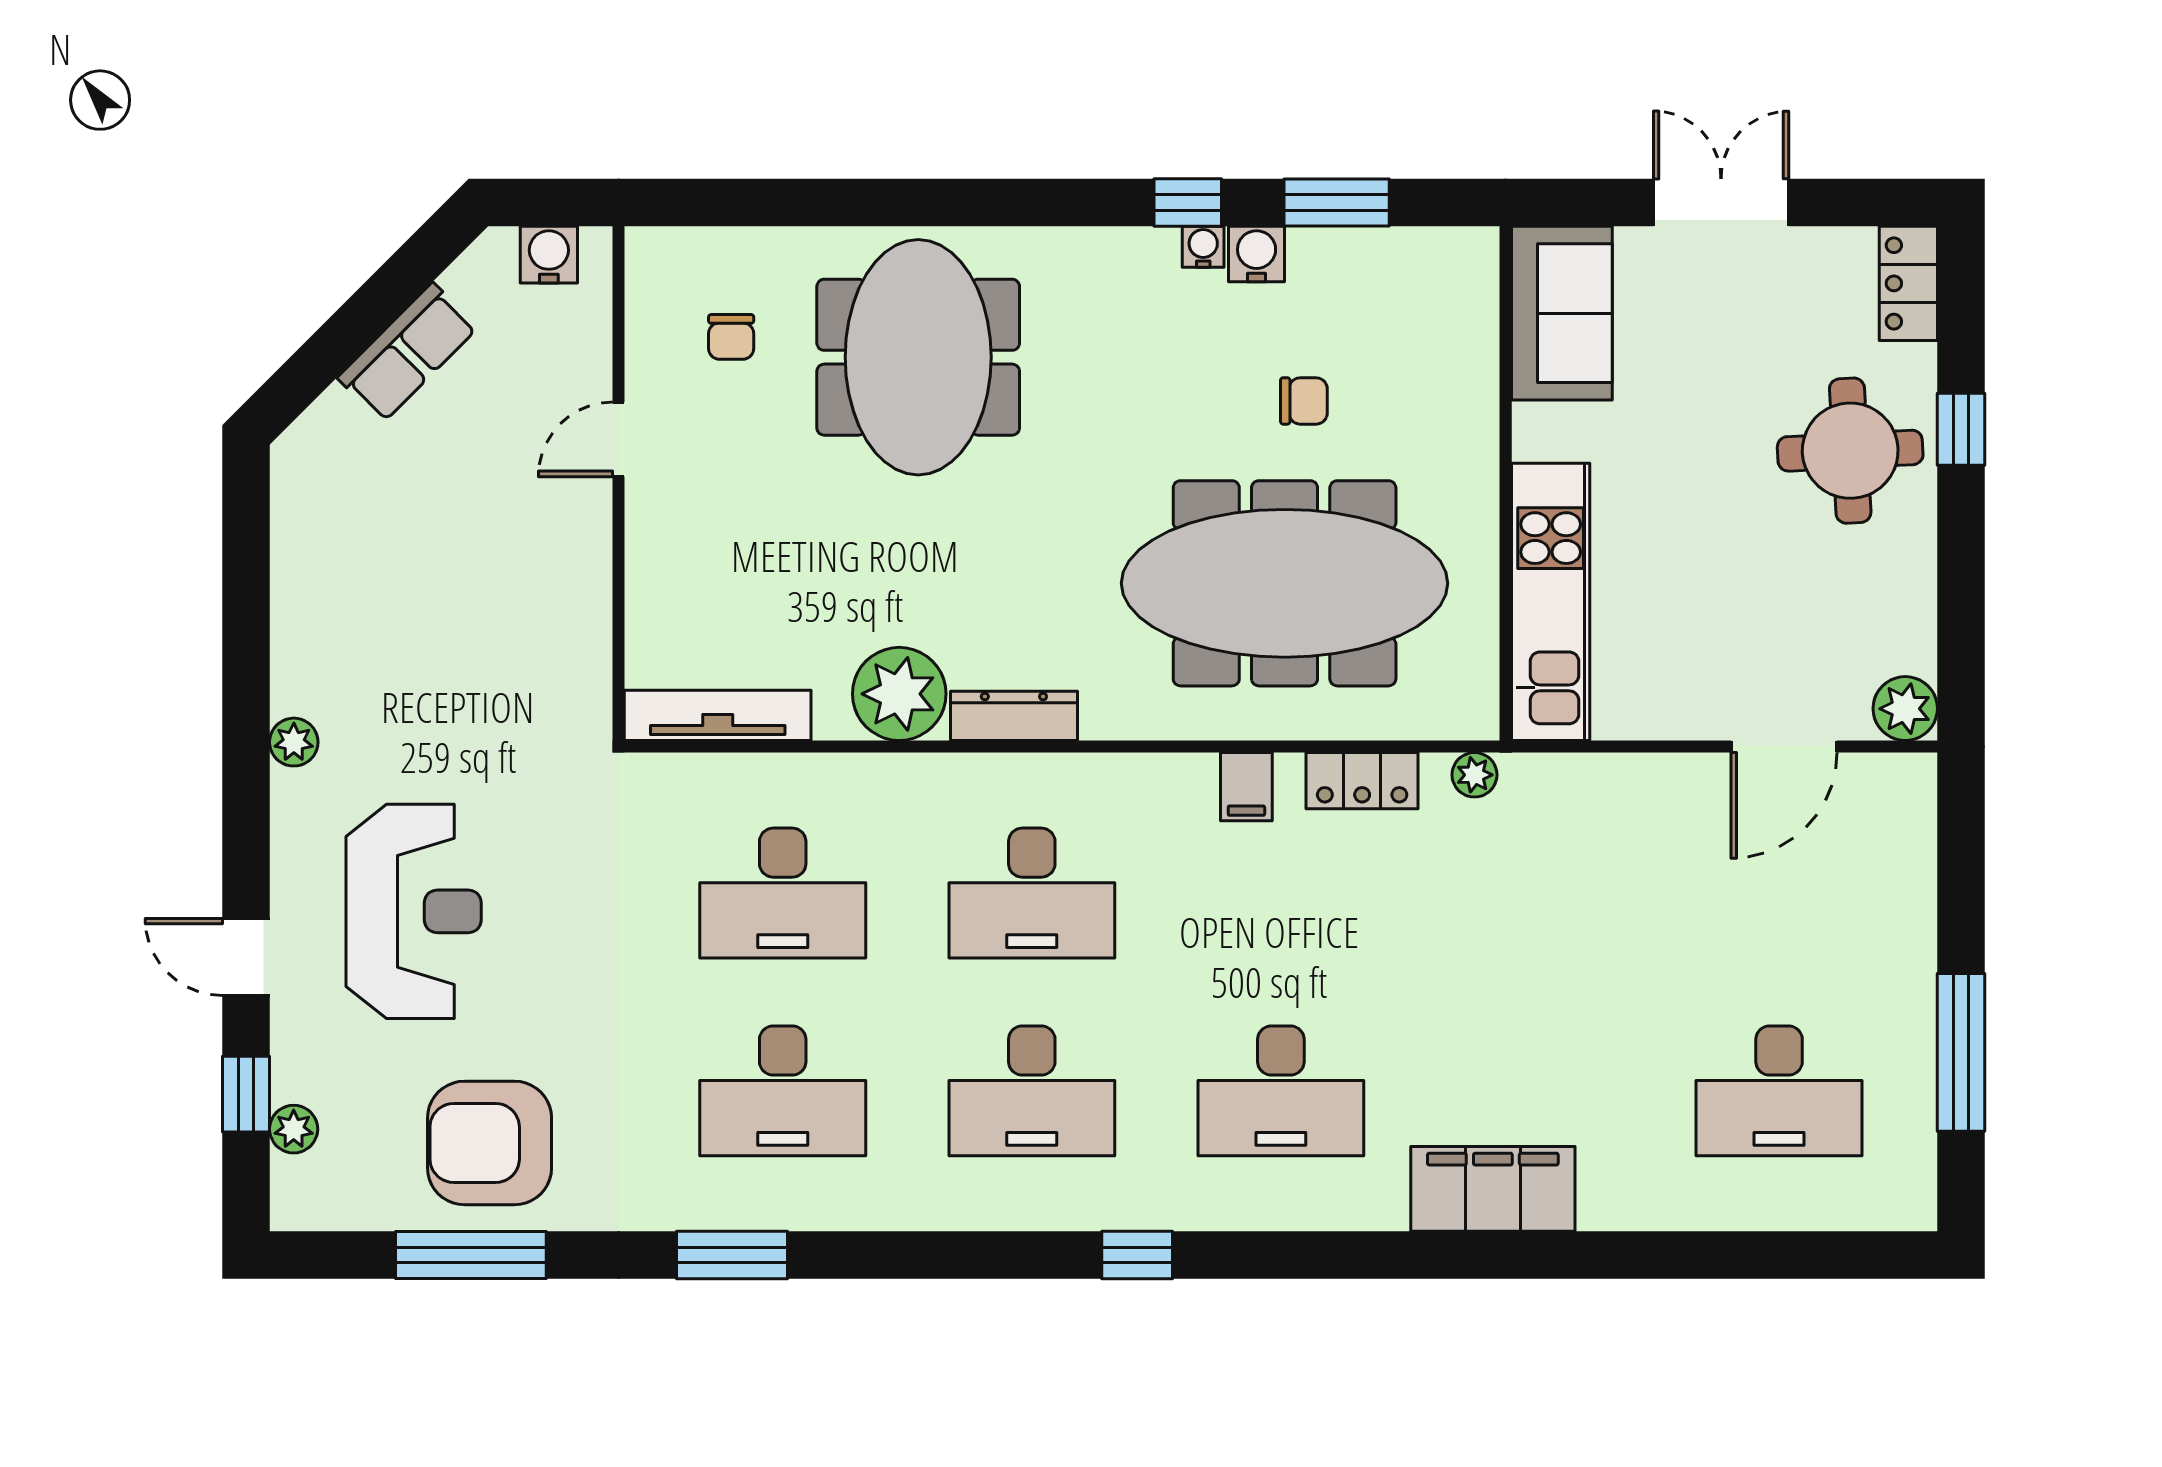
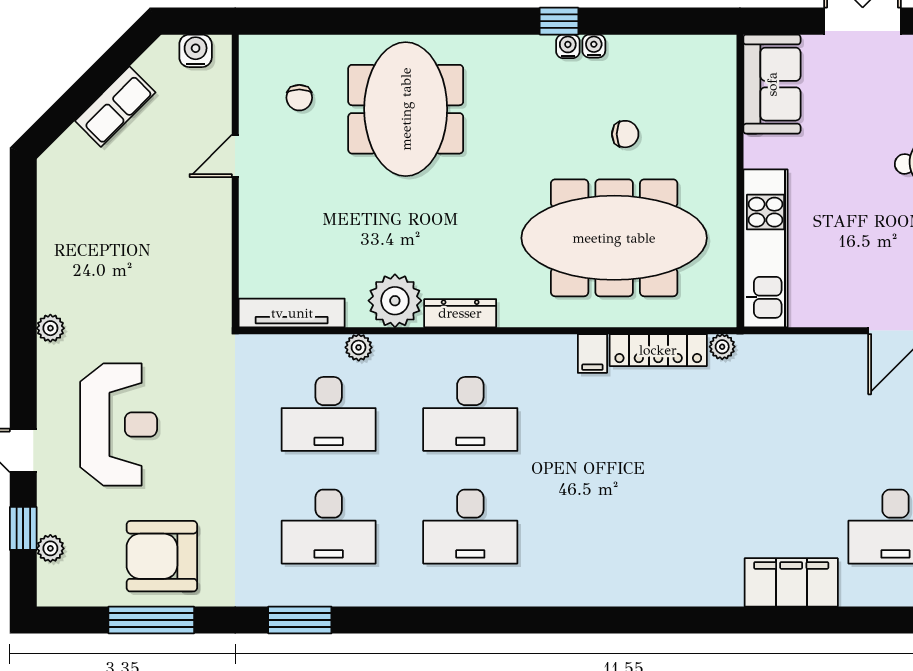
window: (1337, 202) -> (644, 21), removed
water cooler: (1257, 254) -> (594, 46), width x0.72, depth x0.72
plant: (835, 776) -> (359, 347), added
locker: (1362, 781) -> (658, 350), width x1.53
desk: (1281, 1091) -> (612, 527), removed
filing cabinet: (1493, 1189) -> (791, 582), moved
window: (1137, 1255) -> (530, 620), removed

